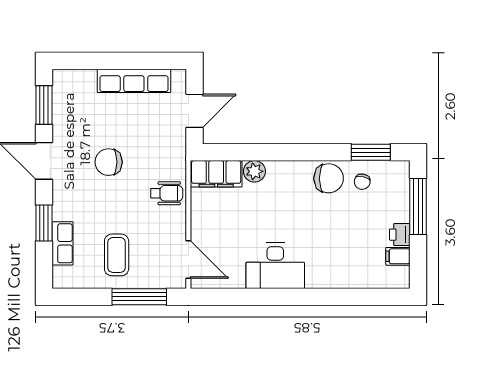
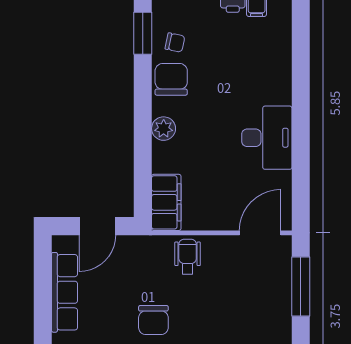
door: (194, 111) -> (97, 226), swing flipped
plant: (254, 171) -> (164, 129), moved
coffee table: (117, 255) -> (255, 311), removed

